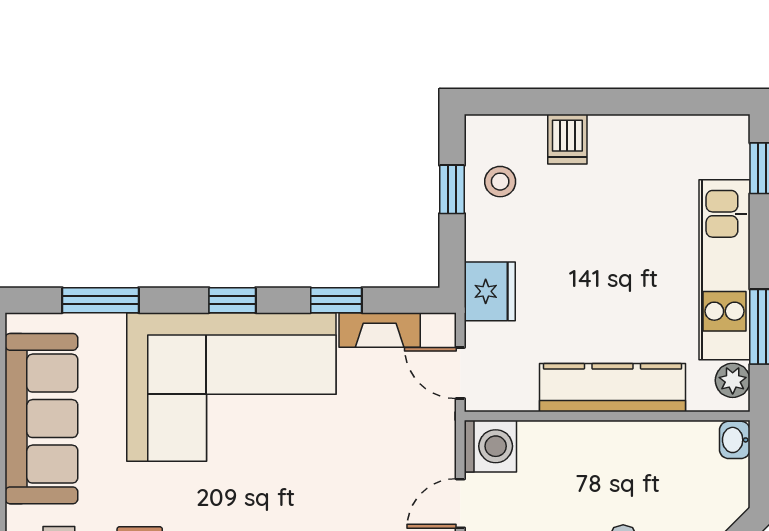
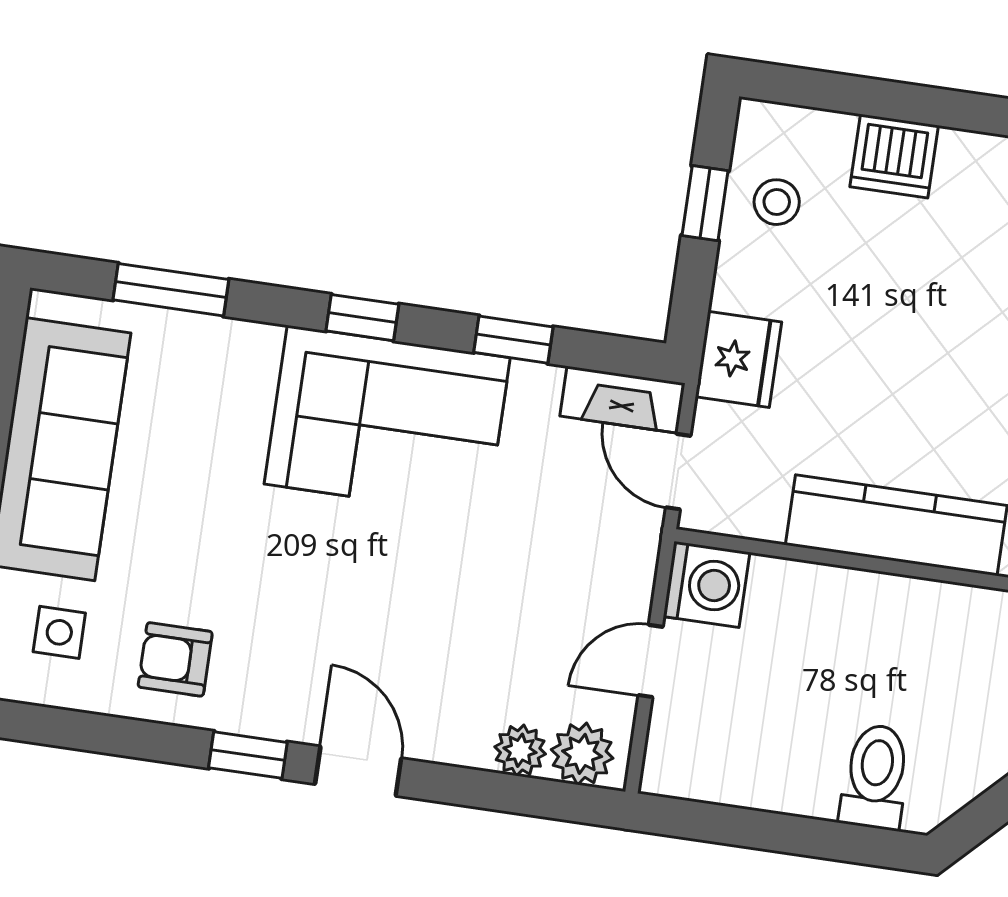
dishwasher: (567, 139) -> (894, 156), width x1.38
fireplace: (380, 330) -> (622, 400), moved
corner sofa: (231, 387) -> (387, 421), width x0.73, depth x0.74

